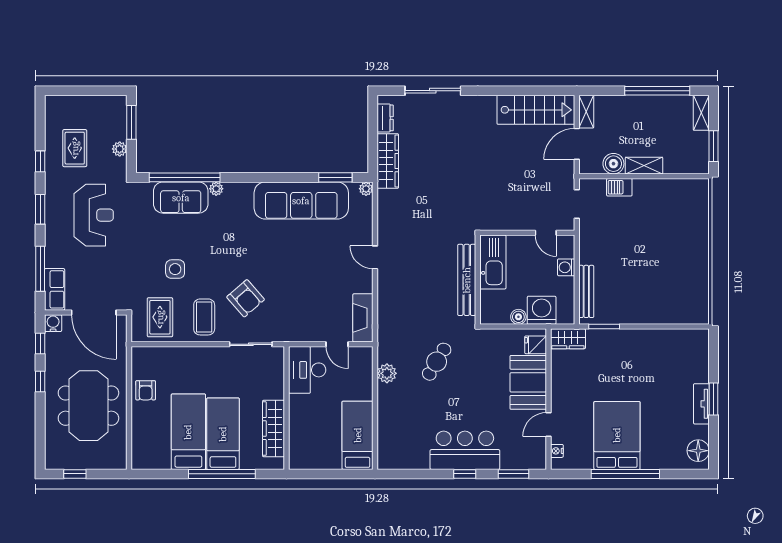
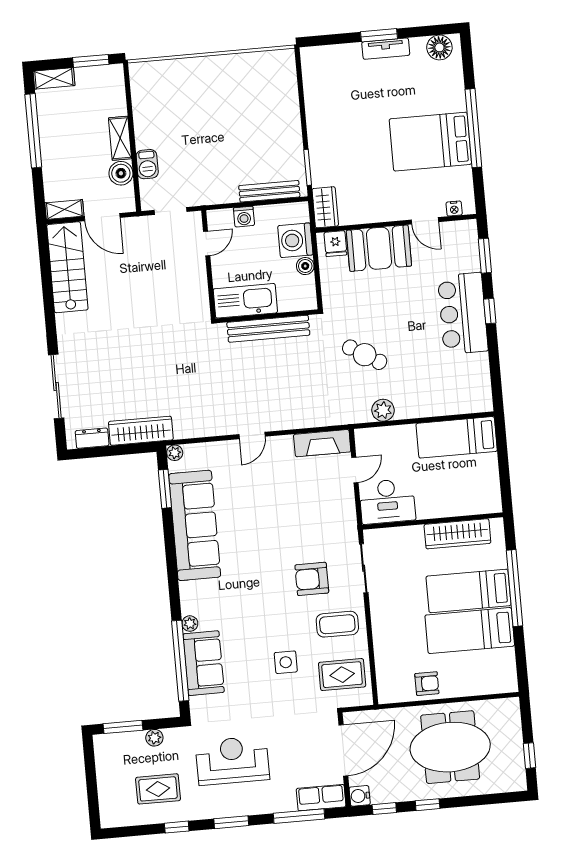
armchair: (246, 298) -> (312, 579), turned -139

